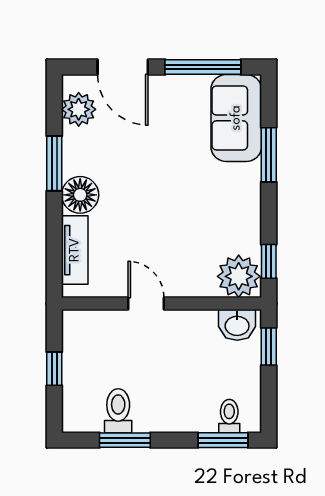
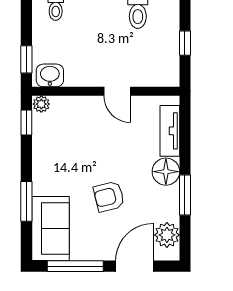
door: (123, 67) -> (134, 266), hinge flipped
armchair: (157, 161) -> (109, 197), added
plant: (239, 276) -> (41, 104), width x0.53, depth x0.53

